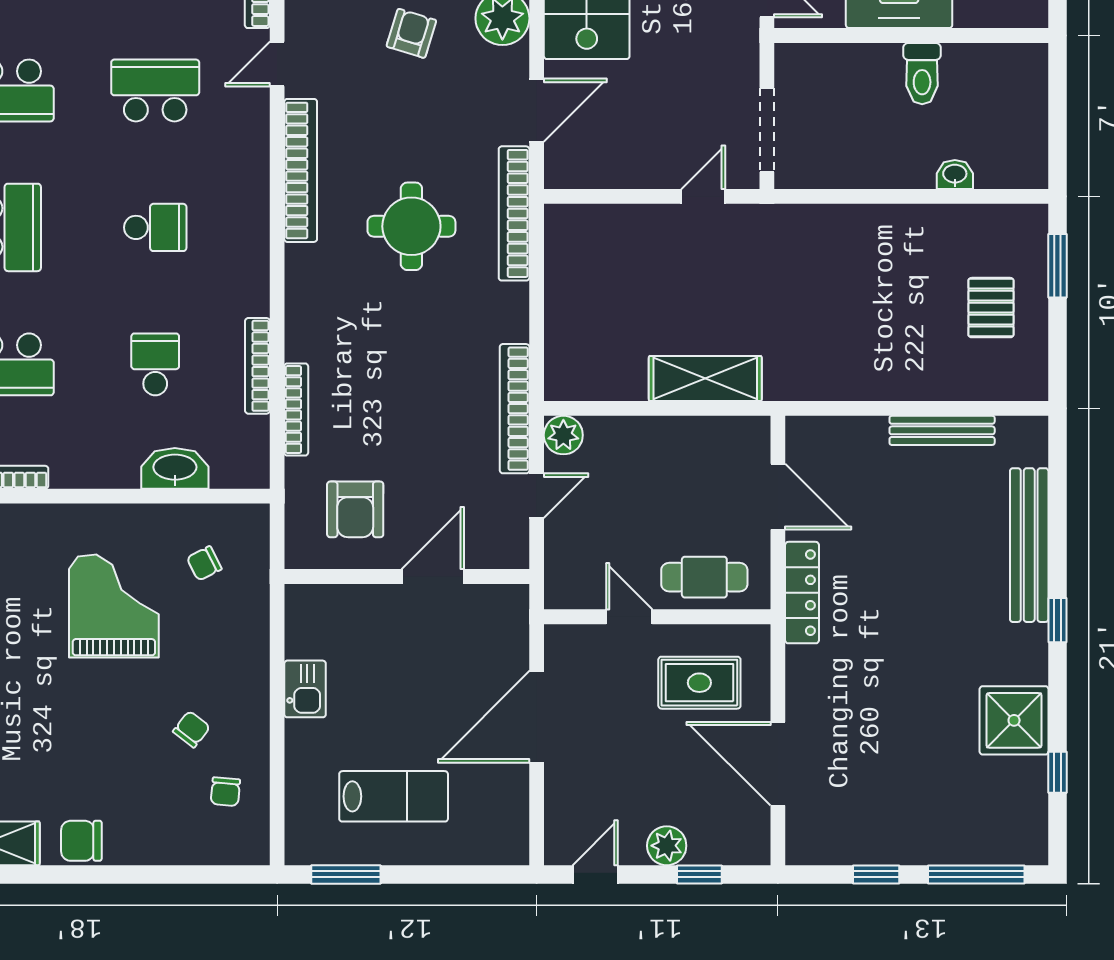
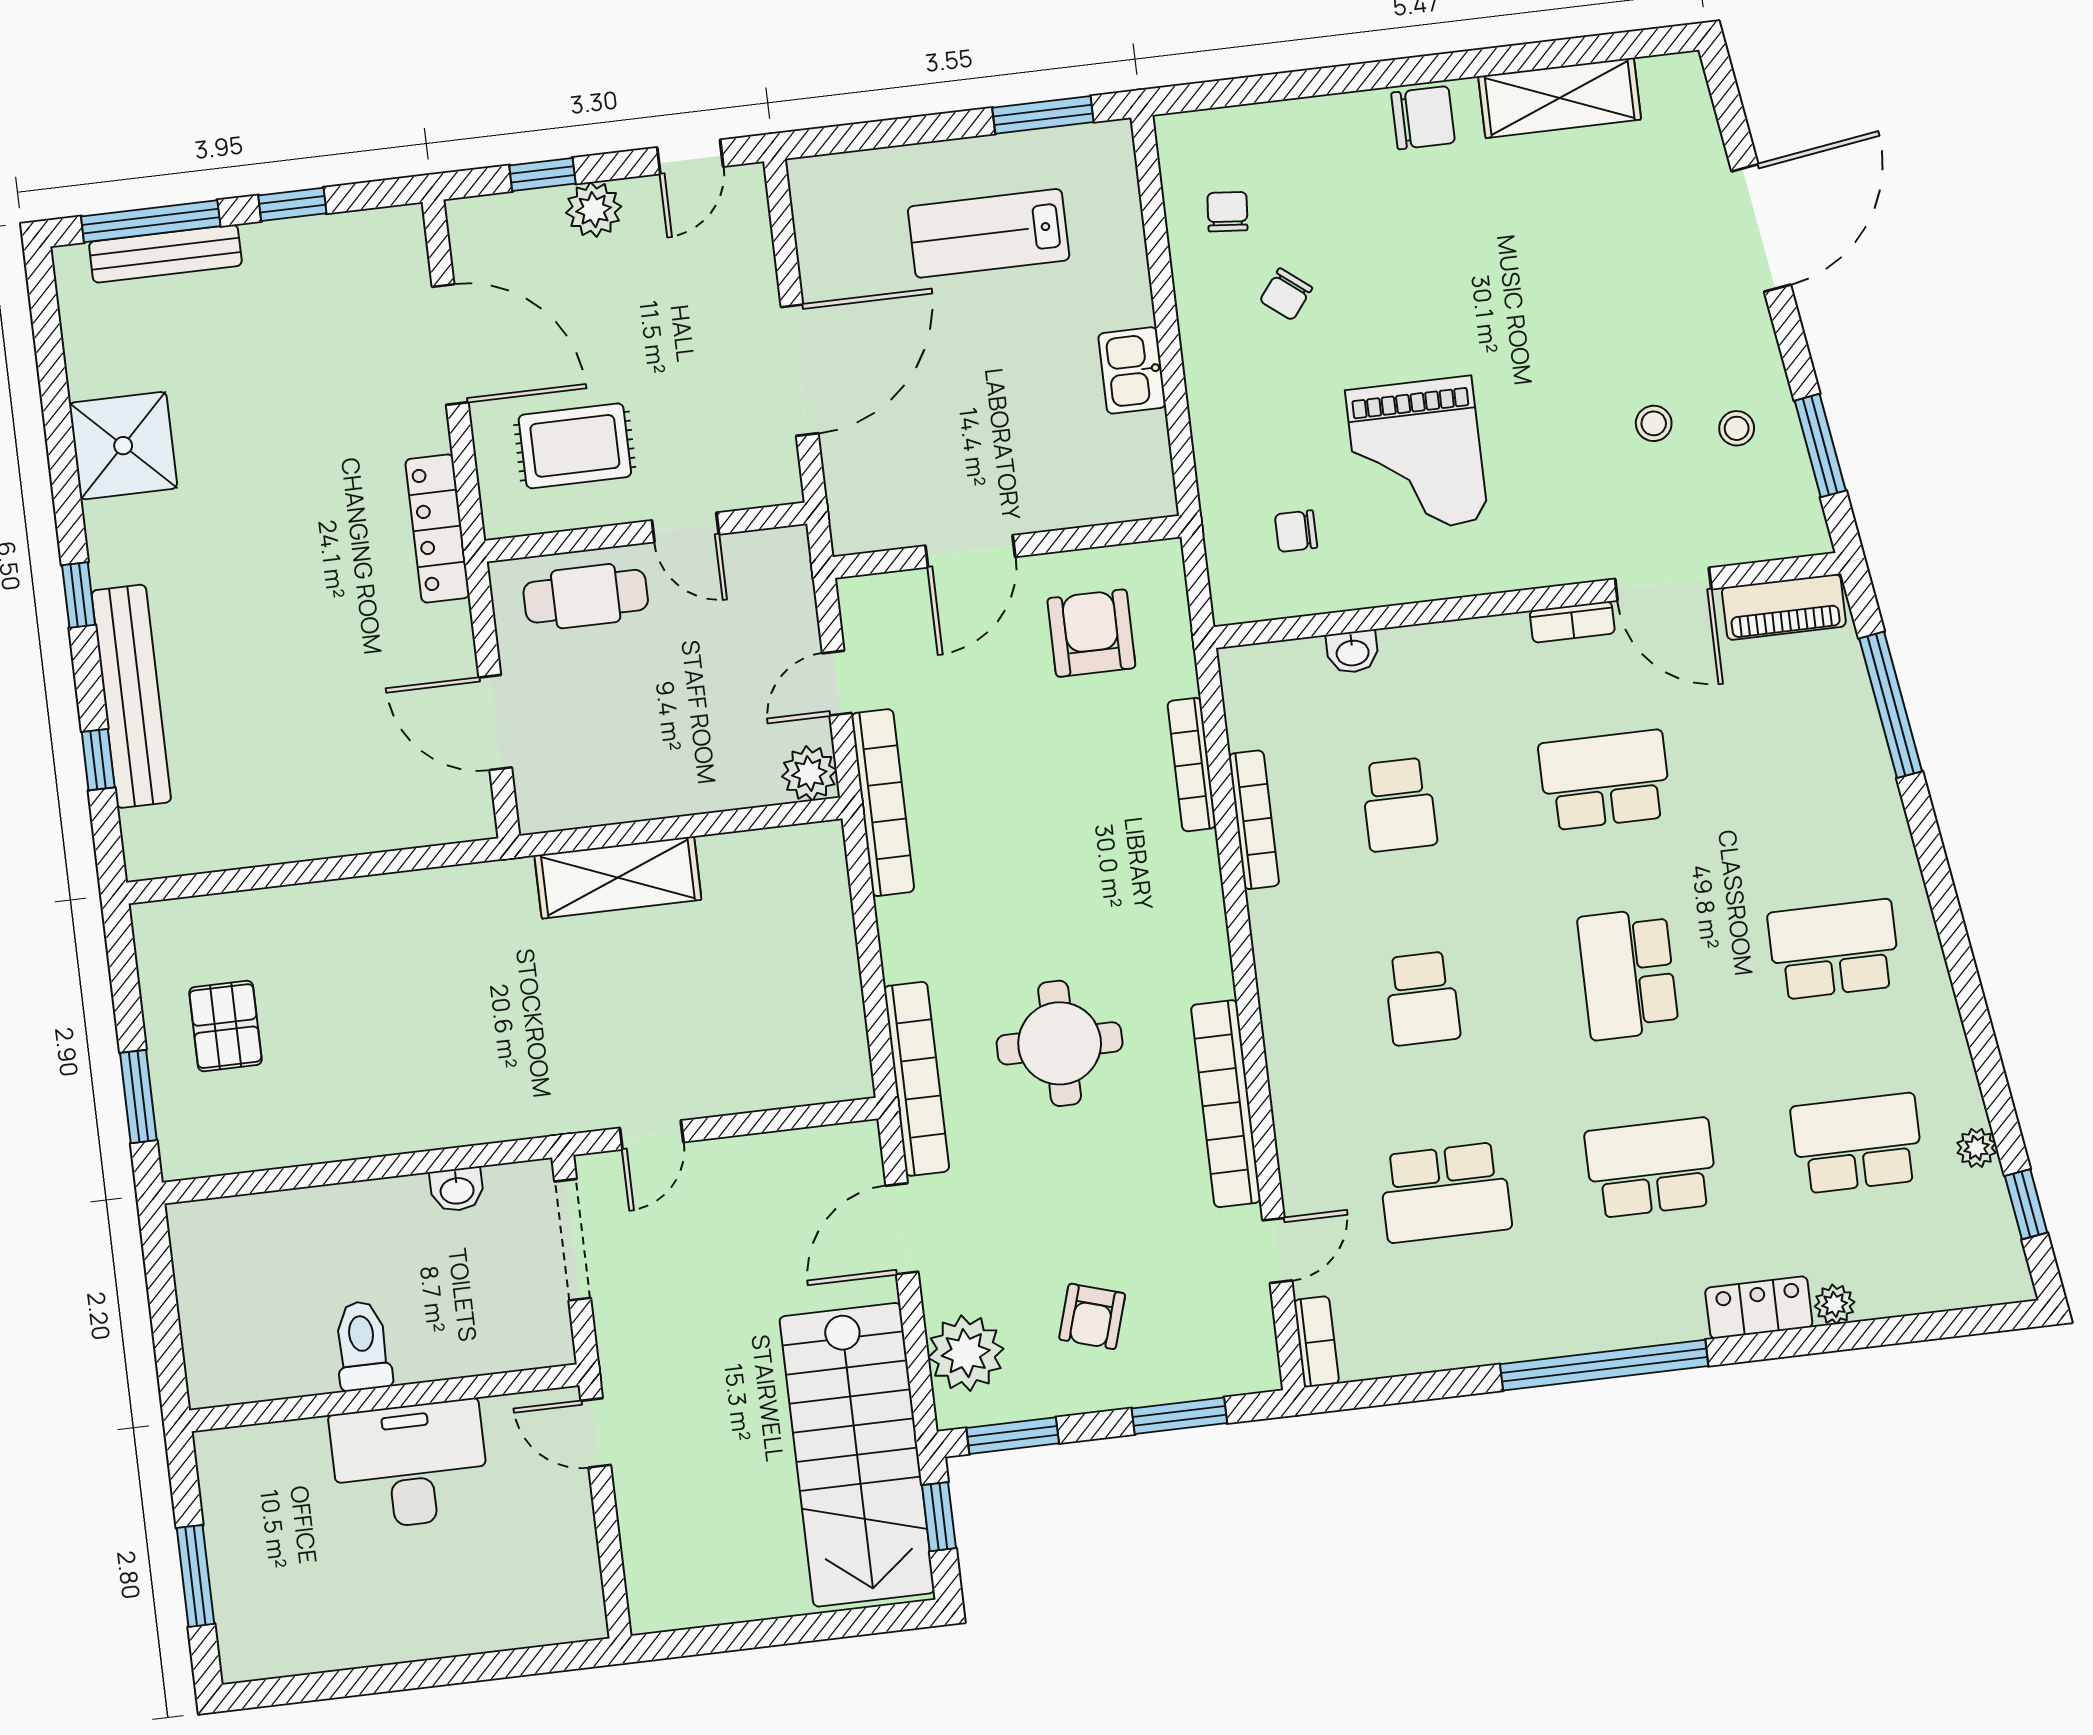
washbasin: (955, 174) -> (457, 1190), moved
school desk: (155, 227) -> (1422, 998), turned -90
bench: (942, 430) -> (165, 254), moved
washbasin: (175, 468) -> (1352, 652), width x0.52, depth x0.69
chair: (204, 563) -> (1296, 531), turned -153
locker: (802, 593) -> (437, 529), moved
window: (1057, 772) -> (98, 760), moved

